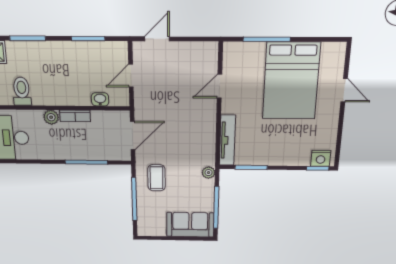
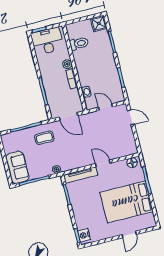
floor lamp: (231, 56) -> (132, 163), added
door: (220, 86) -> (103, 163), moved

